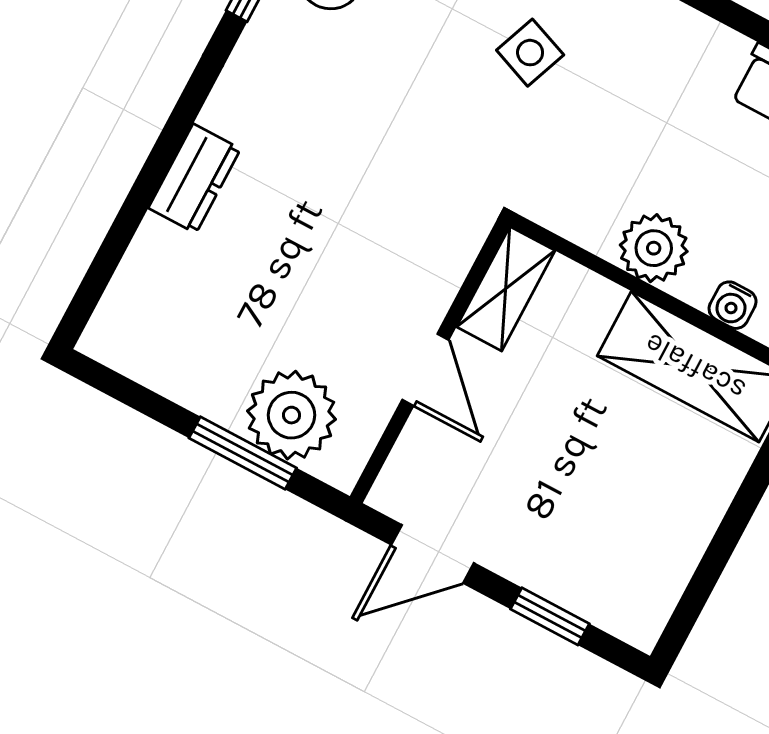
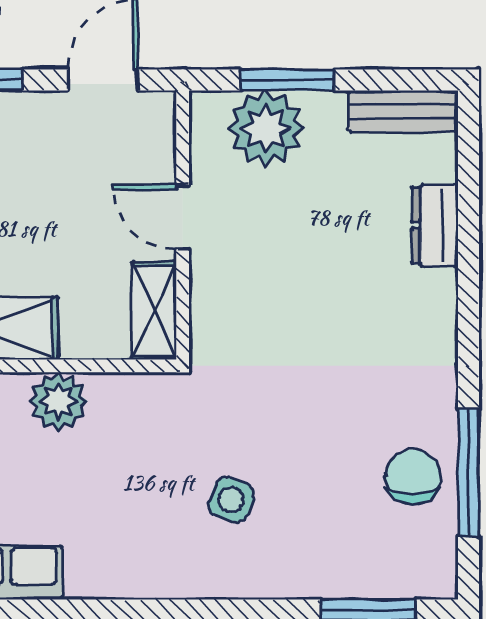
dresser: (194, 178) -> (435, 225), moved
bench: (141, 358) -> (403, 111), added

